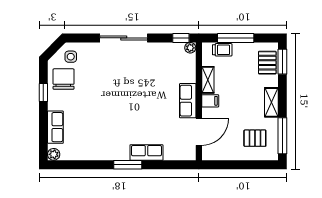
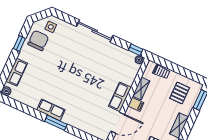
window: (236, 38) -> (175, 68), removed
pallet: (267, 63) -> (180, 93), moved
row of seats: (146, 153) -> (51, 110), moved

